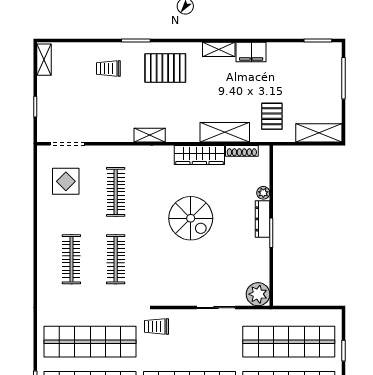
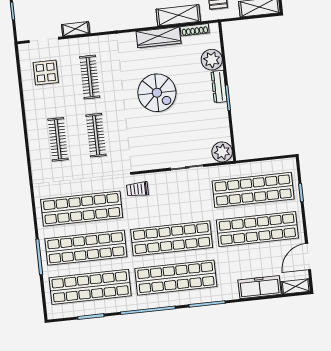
shelving: (150, 135) -> (76, 29), moved
plant: (263, 193) -> (212, 60), width x1.88, depth x1.88

